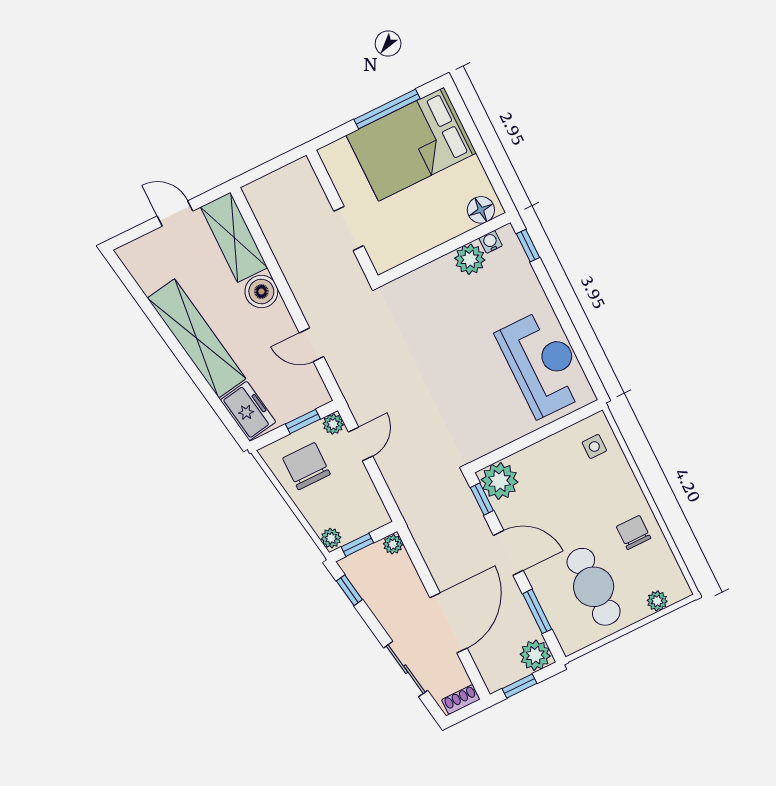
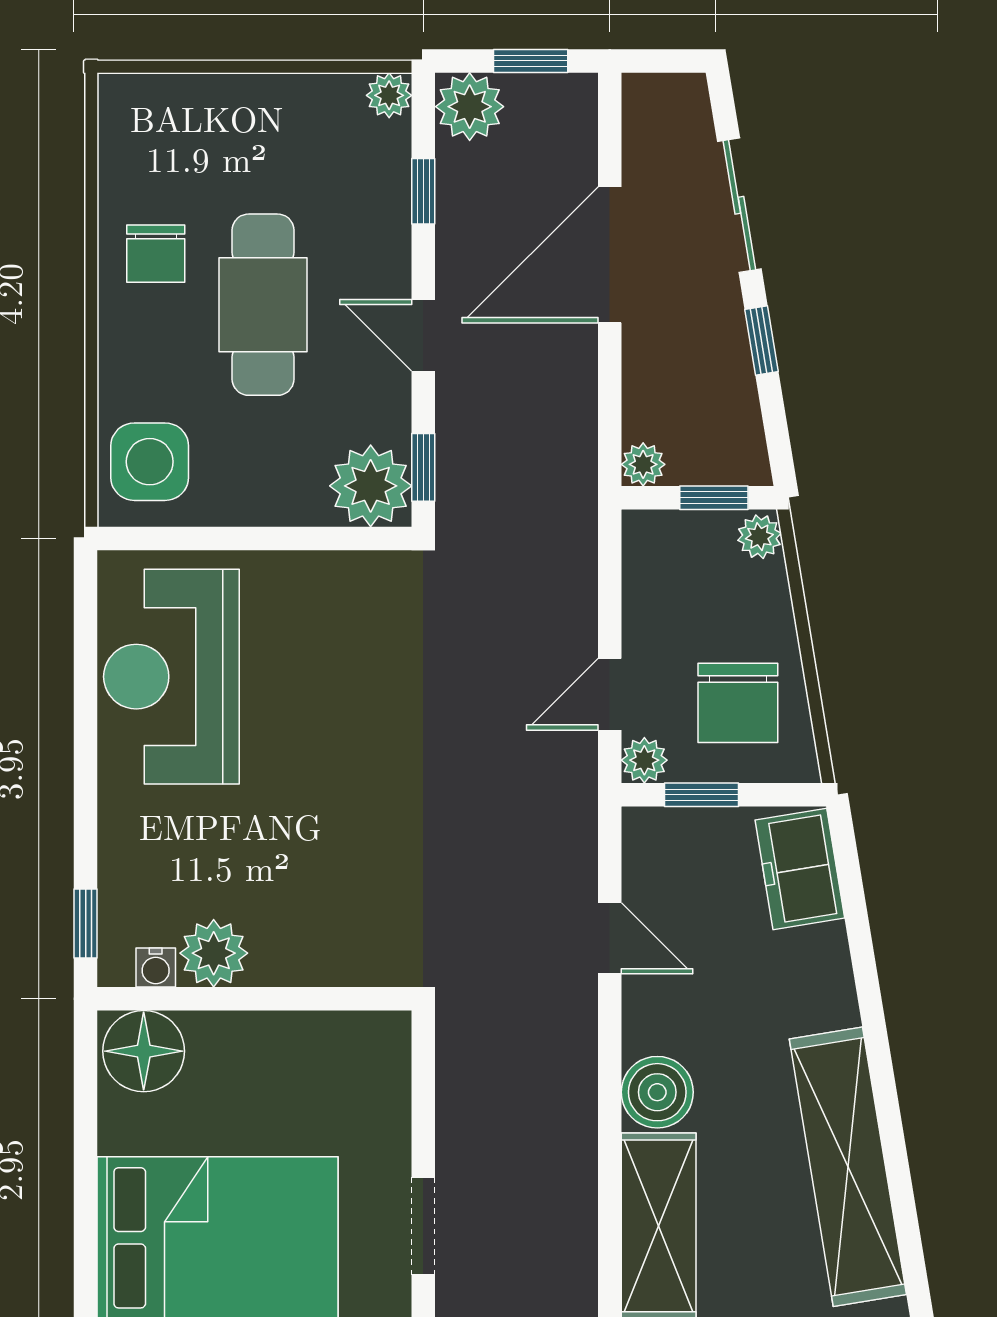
floor lamp: (481, 210) -> (144, 1051), width x1.38, depth x1.38
doorway: (349, 228) -> (423, 1226), moved
shelving: (197, 338) -> (848, 1167), moved
side table: (594, 447) -> (150, 462), width x1.87, depth x1.87
door: (508, 553) -> (423, 335), width x0.73
cafe table: (594, 587) -> (263, 305), moved
window: (349, 590) -> (762, 340), moved
plant: (657, 601) -> (389, 95), moved
window: (537, 611) -> (423, 191), width x0.67
shoe rack: (461, 700) -> (660, 91), removed

